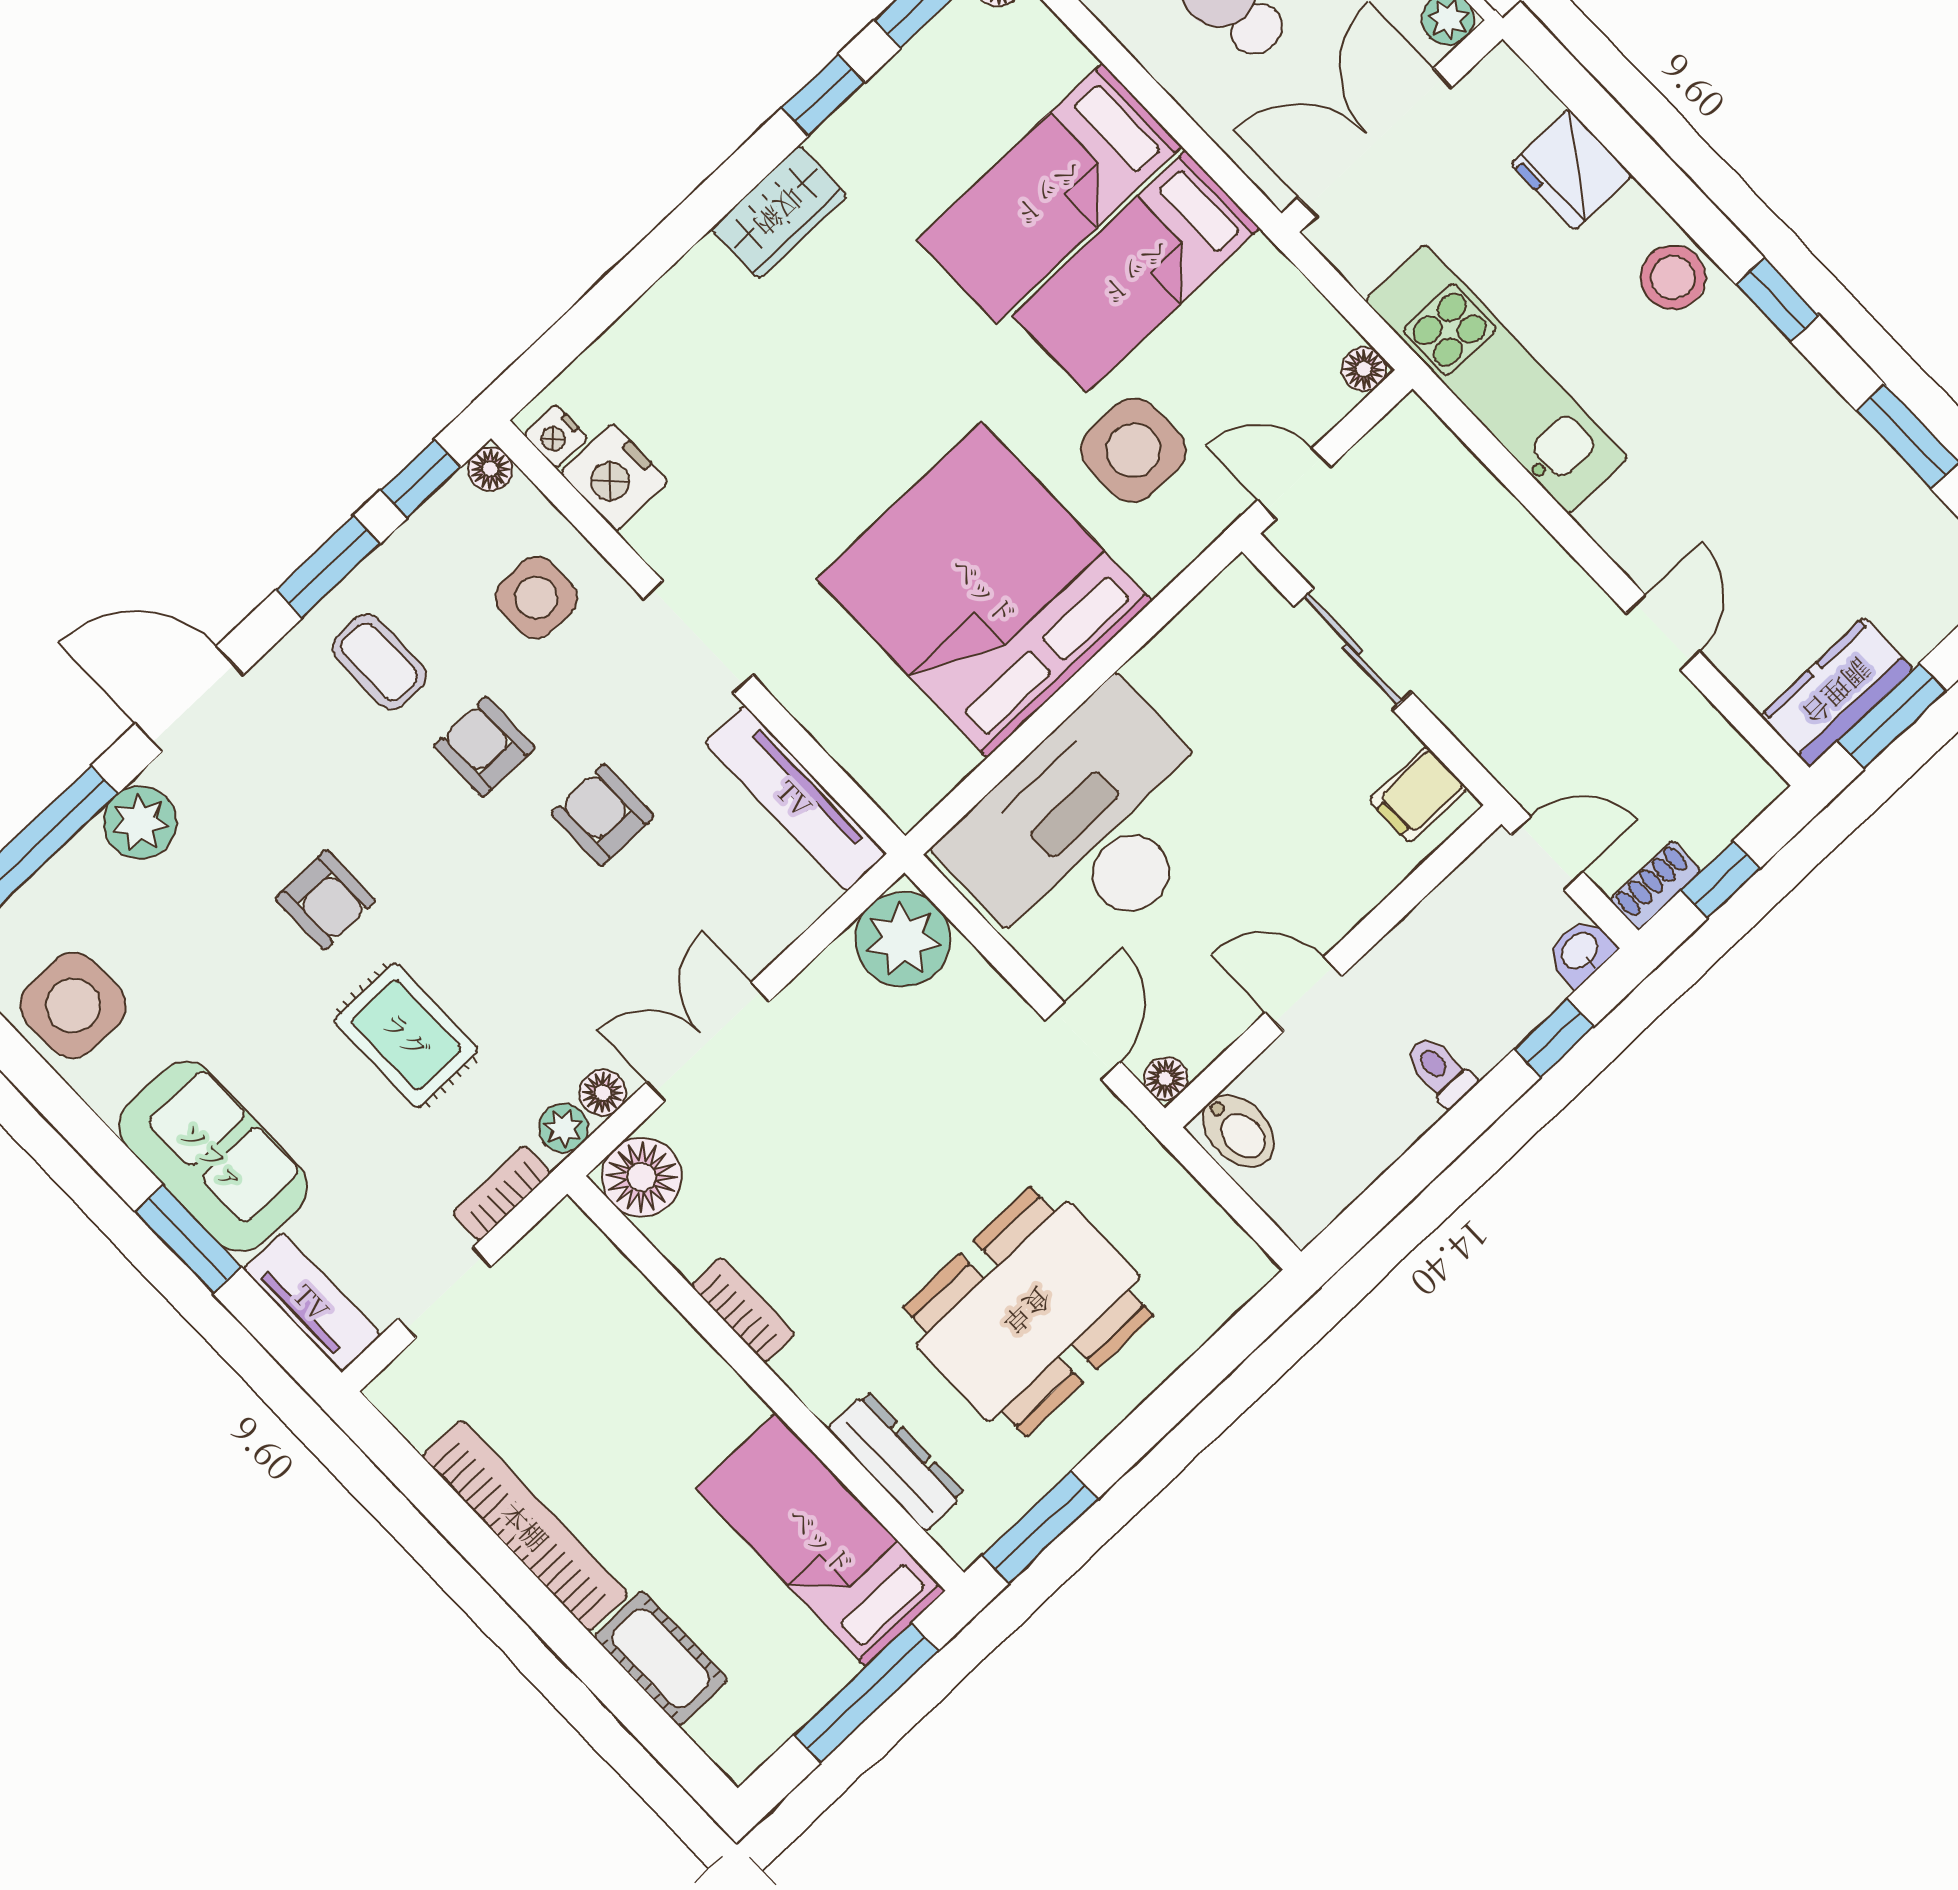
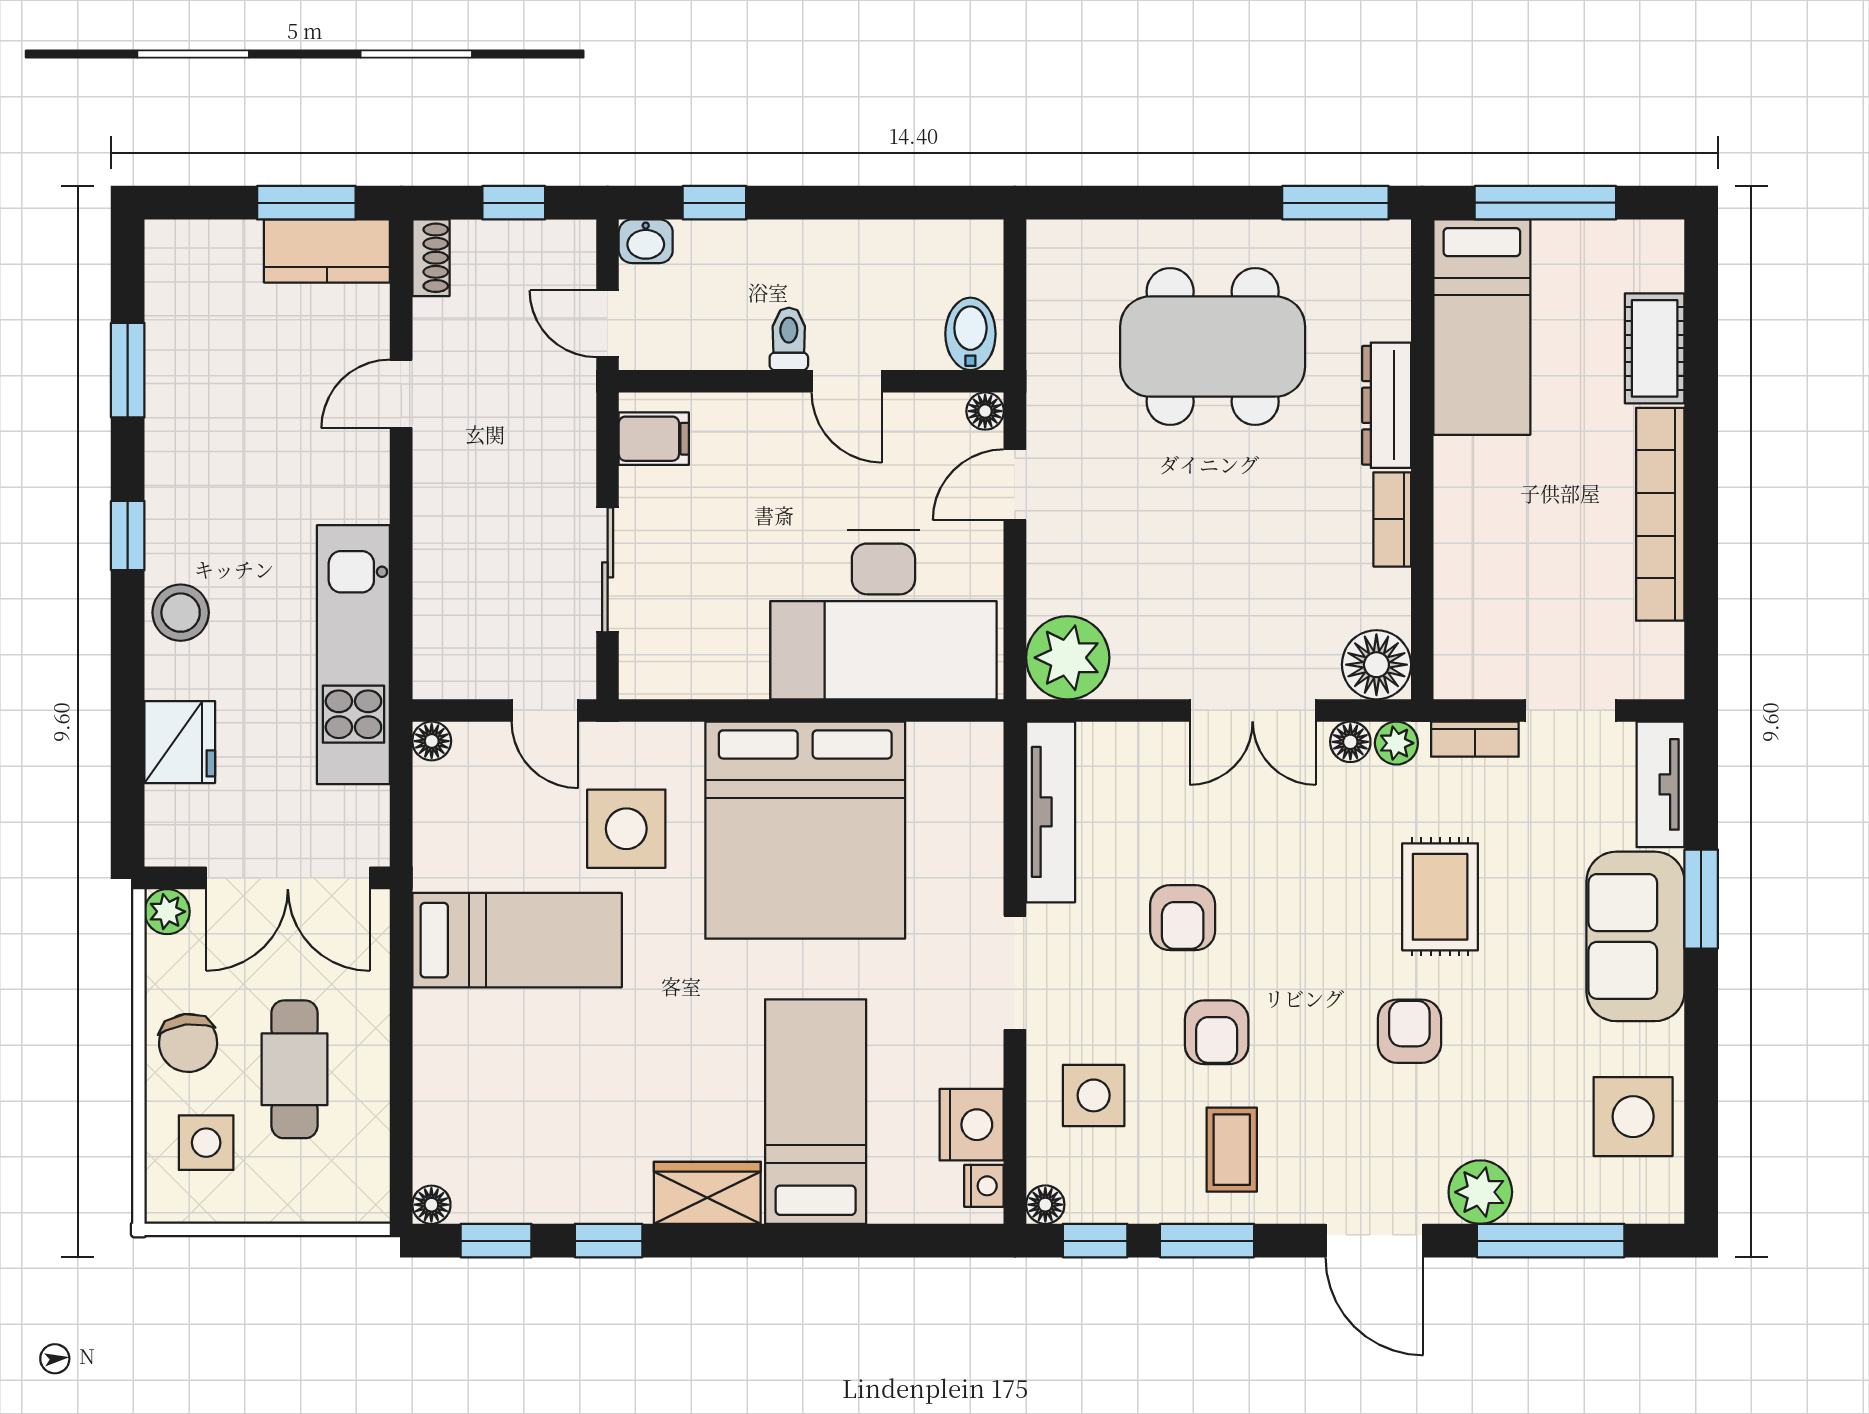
bed: (1049, 193) -> (816, 1112), moved, turned -90
shoe rack: (1656, 885) -> (431, 258), moved, turned -90
toilet: (1440, 1071) -> (789, 339), moved, turned 180
dresser: (896, 1461) -> (1387, 405), moved

